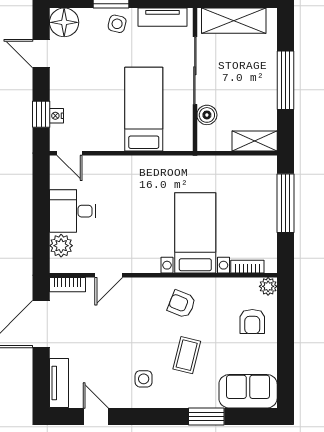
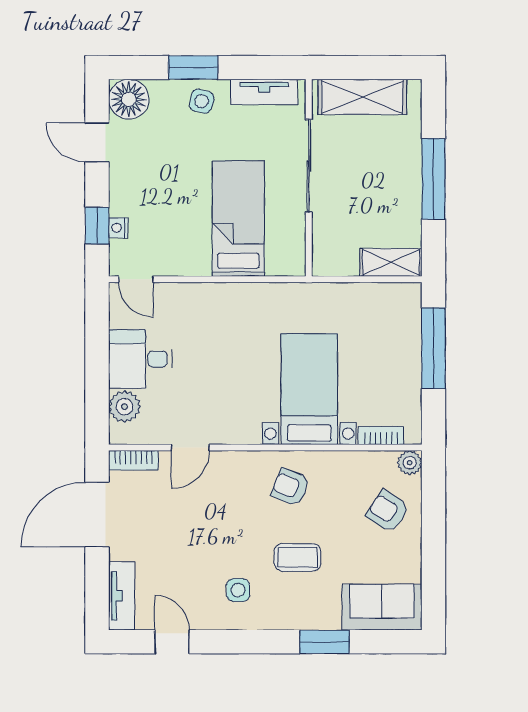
boiler: (207, 115) -> (325, 227), removed
armchair: (252, 322) -> (388, 511), turned 123
coffee table: (187, 355) -> (297, 557), turned 76

